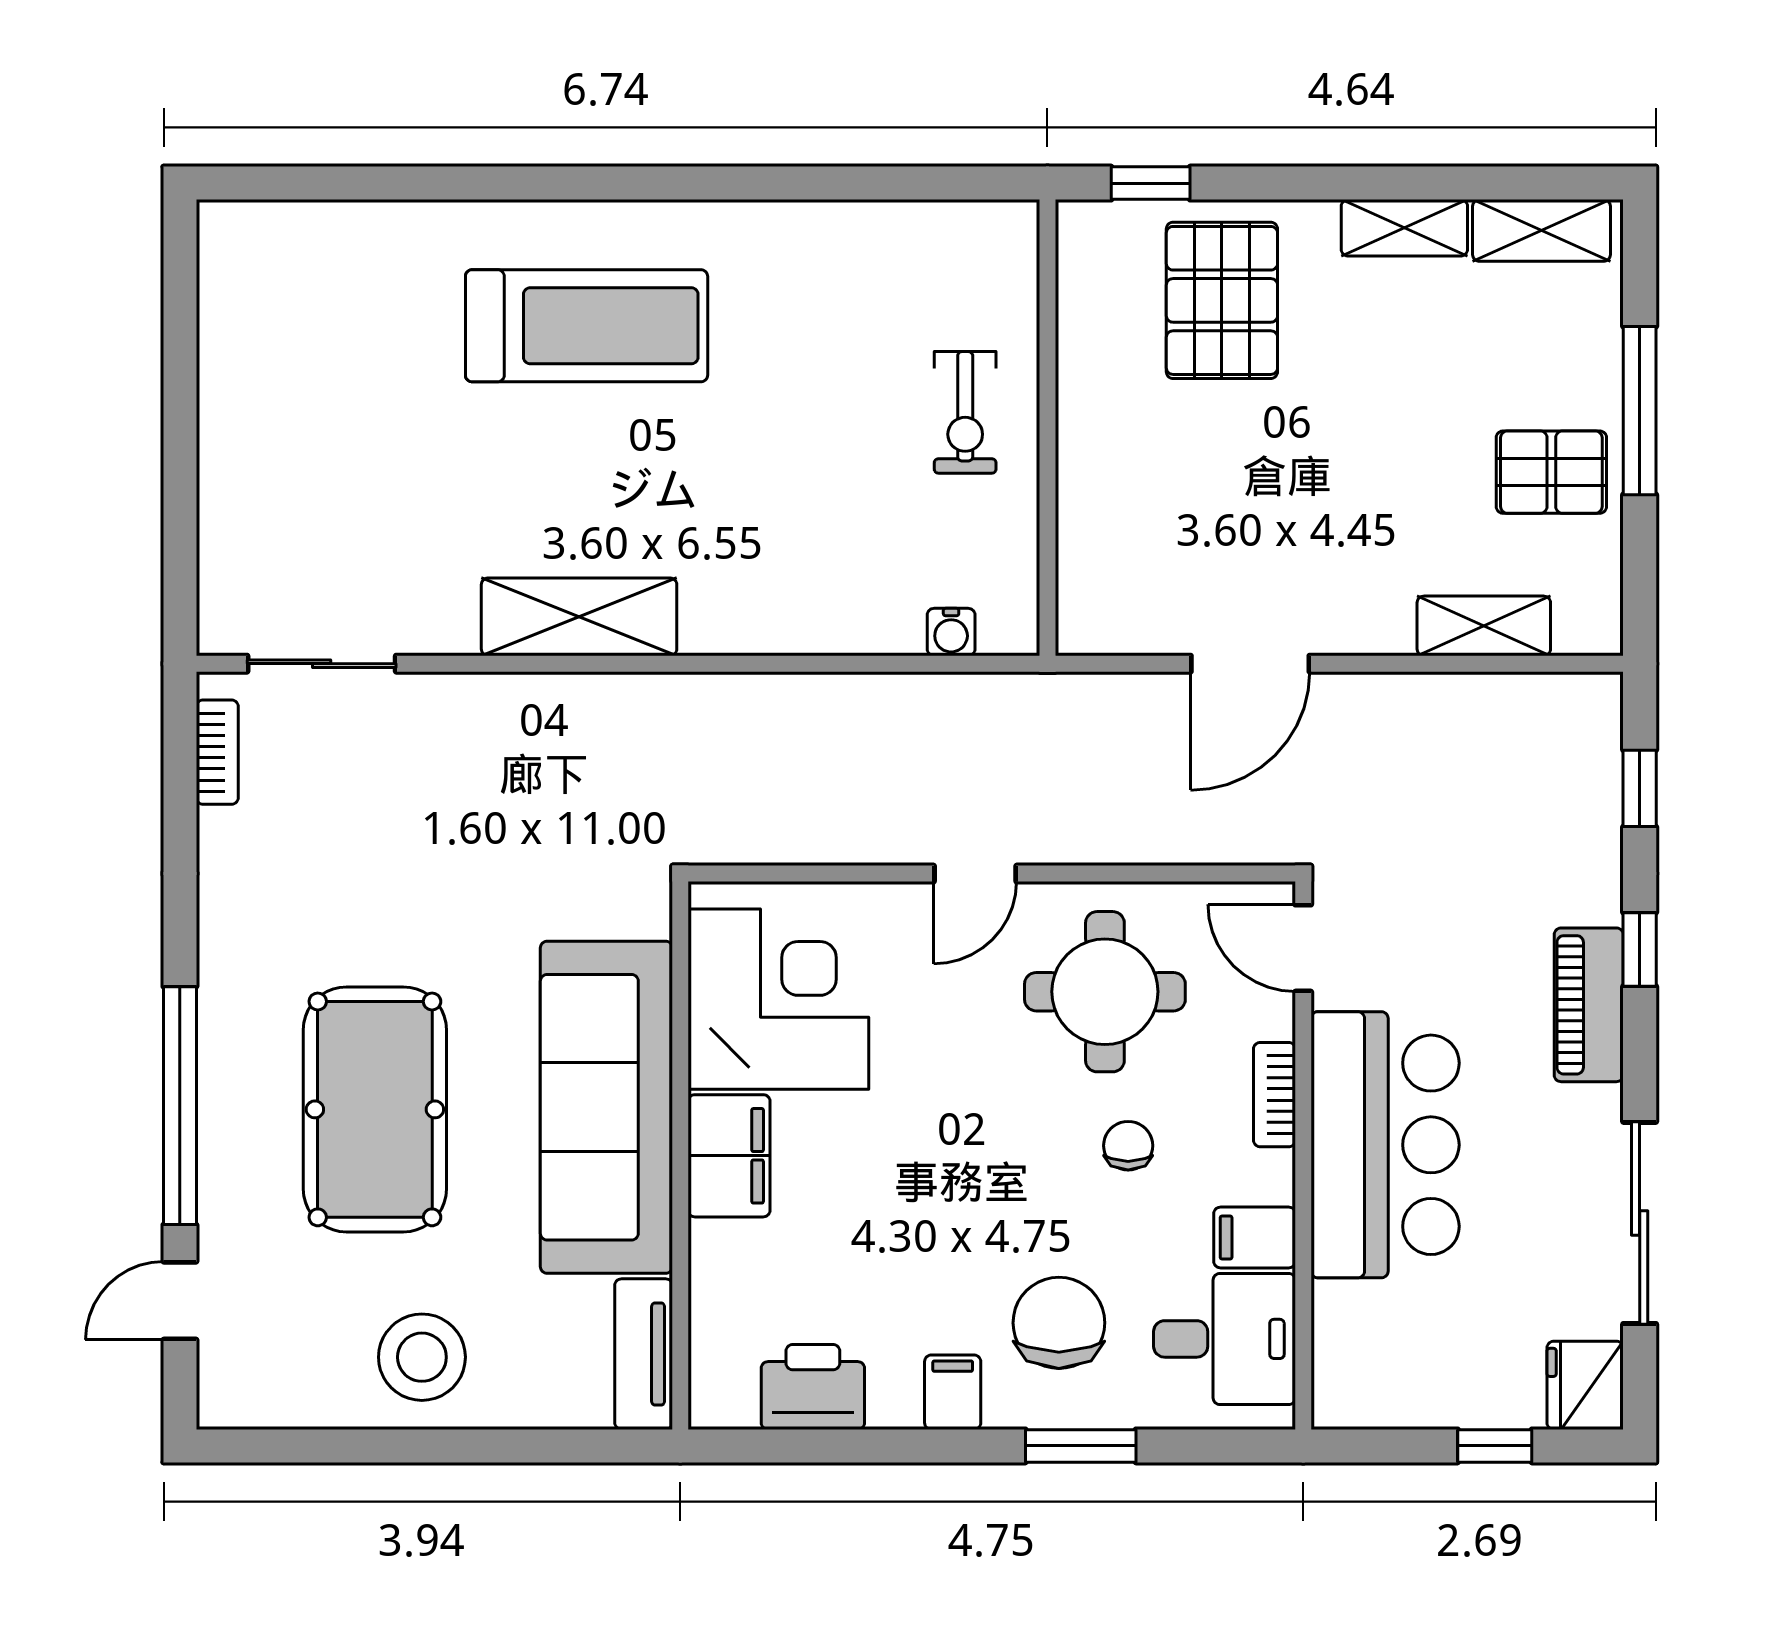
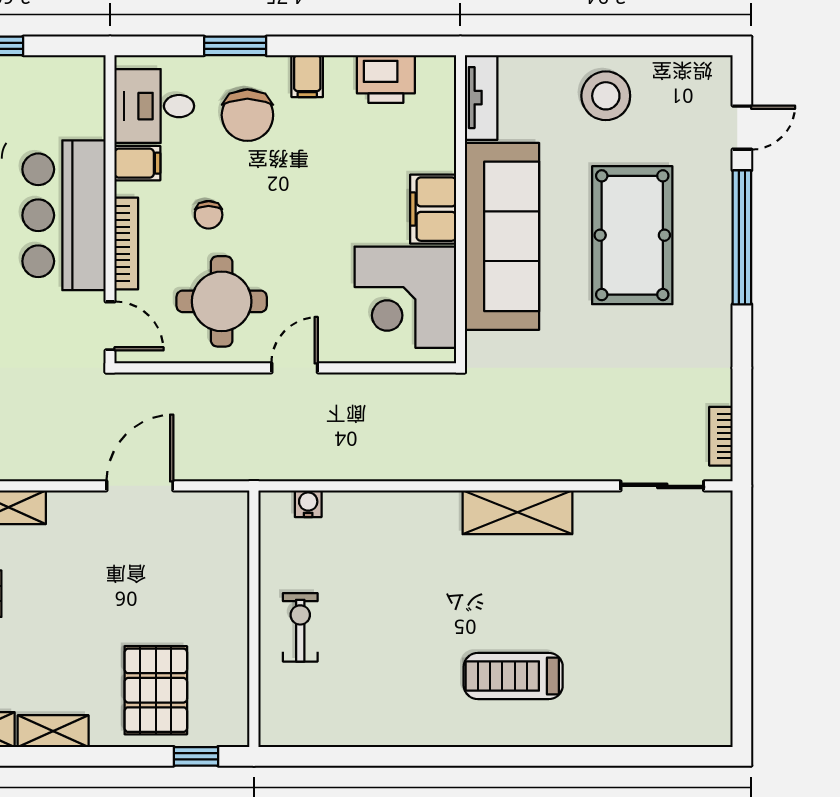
treadmill: (587, 326) -> (513, 676), width x0.73, depth x0.73
bookcase: (1274, 1095) -> (126, 244), width x1.56

